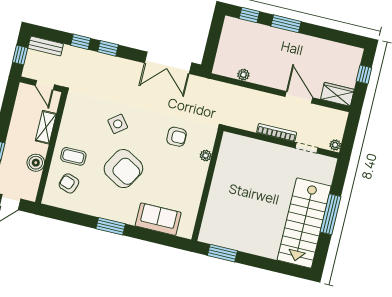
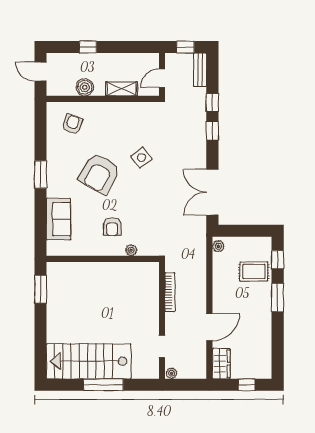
rug: (255, 41) -> (254, 271), added
plant: (243, 75) -> (218, 246), moved
bookcase: (277, 133) -> (170, 292), moved
armchair: (177, 137) -> (112, 227), moved
coffee table: (73, 156) -> (100, 122), removed

